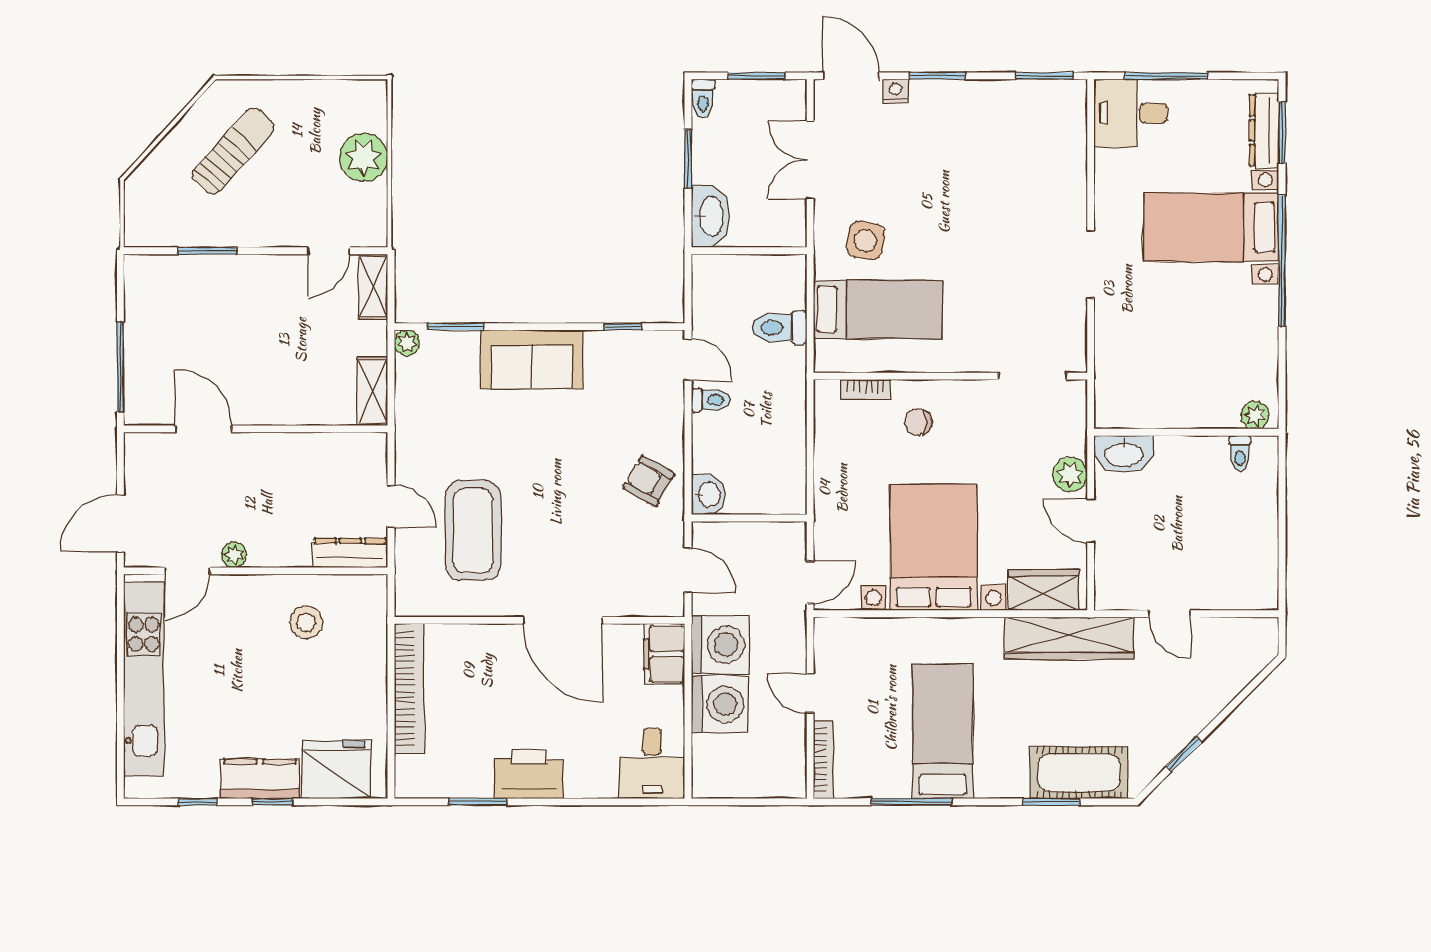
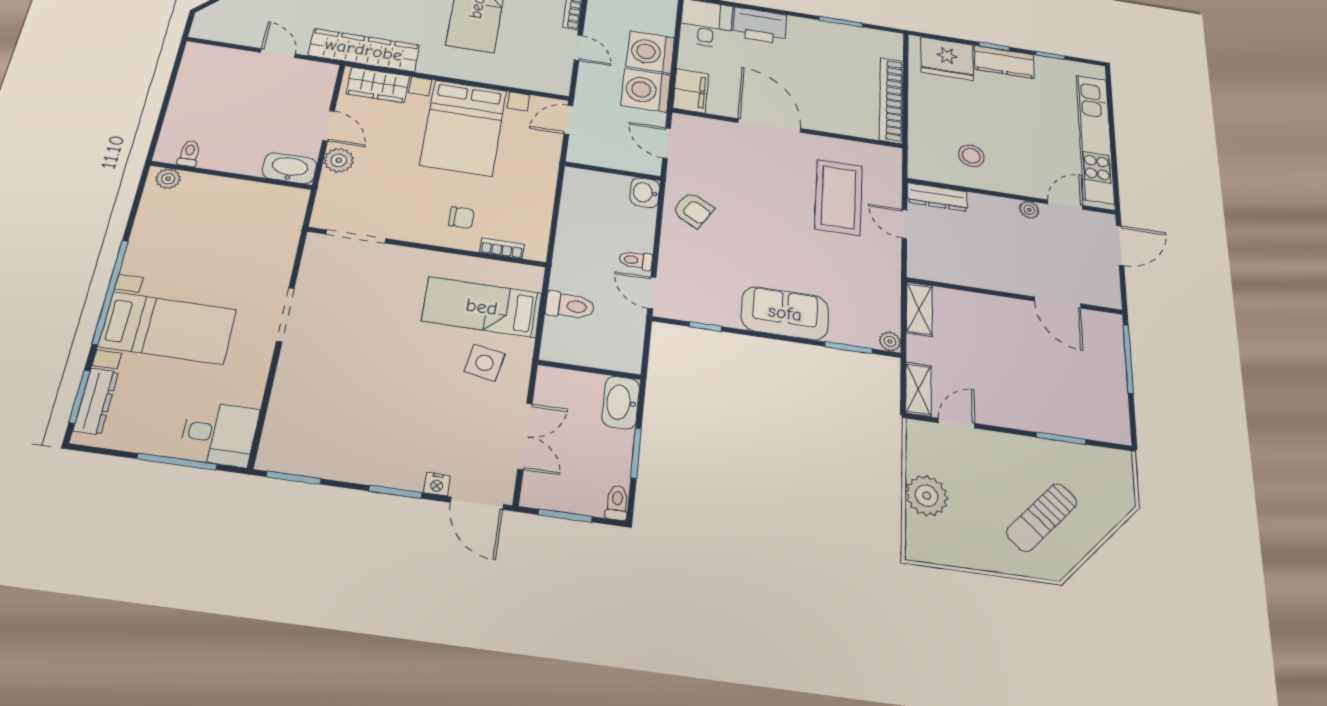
printer: (529, 774) -> (760, 26), moved

